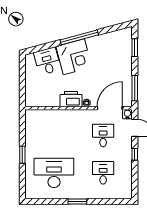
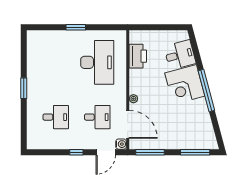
window: (135, 48) -> (195, 152), width x1.44
printer: (71, 99) -> (138, 56), moved
desk: (54, 173) -> (97, 62), moved

